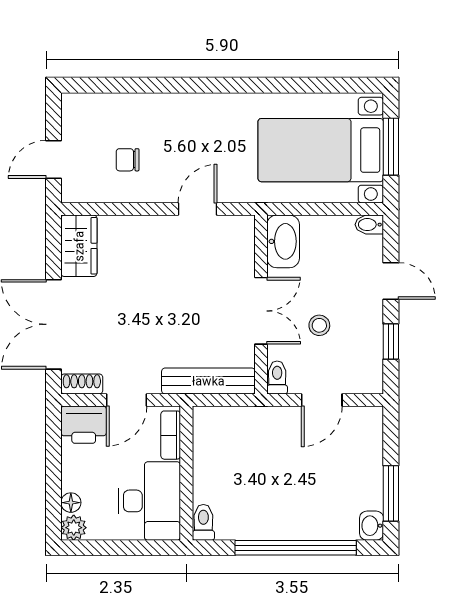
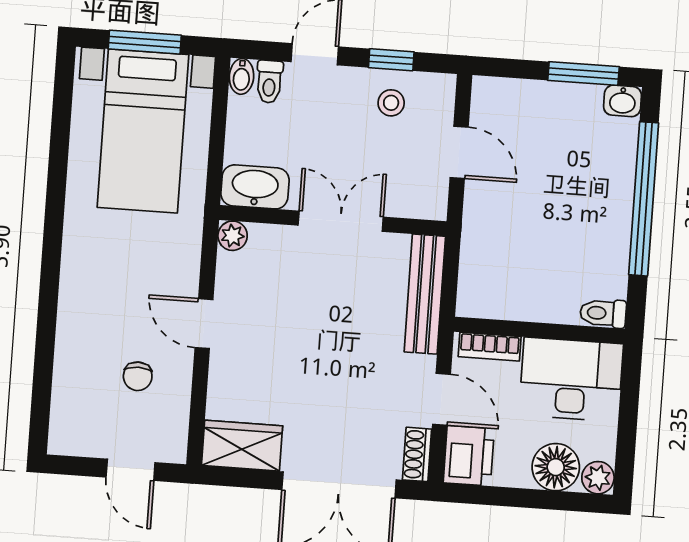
door: (198, 209) -> (204, 324), moved
plant: (243, 227) -> (233, 236), added
stool: (319, 325) -> (391, 103), moved
toilet: (277, 377) -> (269, 82), moved, turned -90
floor lamp: (71, 503) -> (556, 467), width x1.89, depth x1.89

